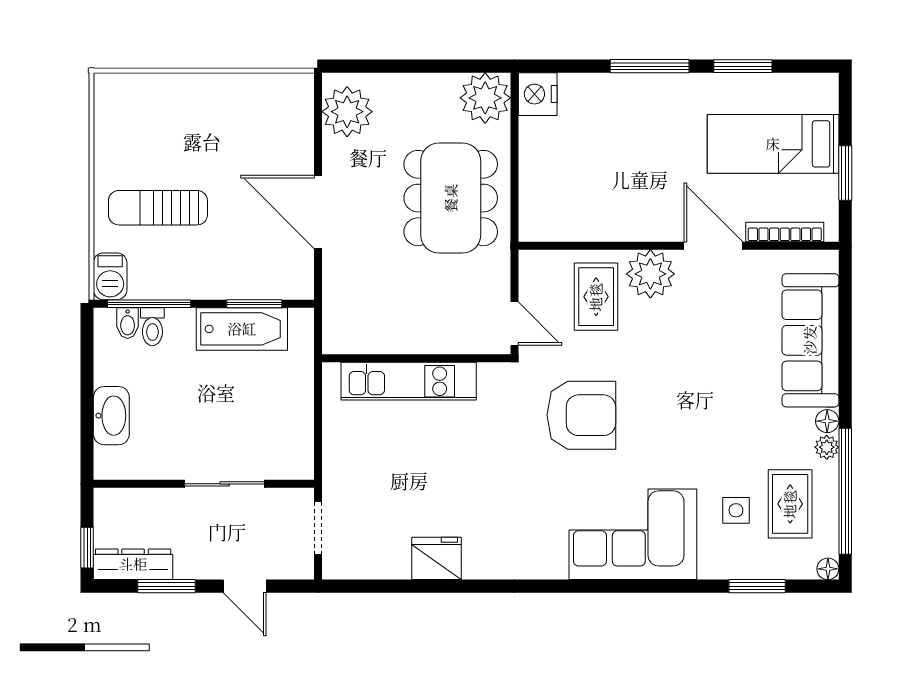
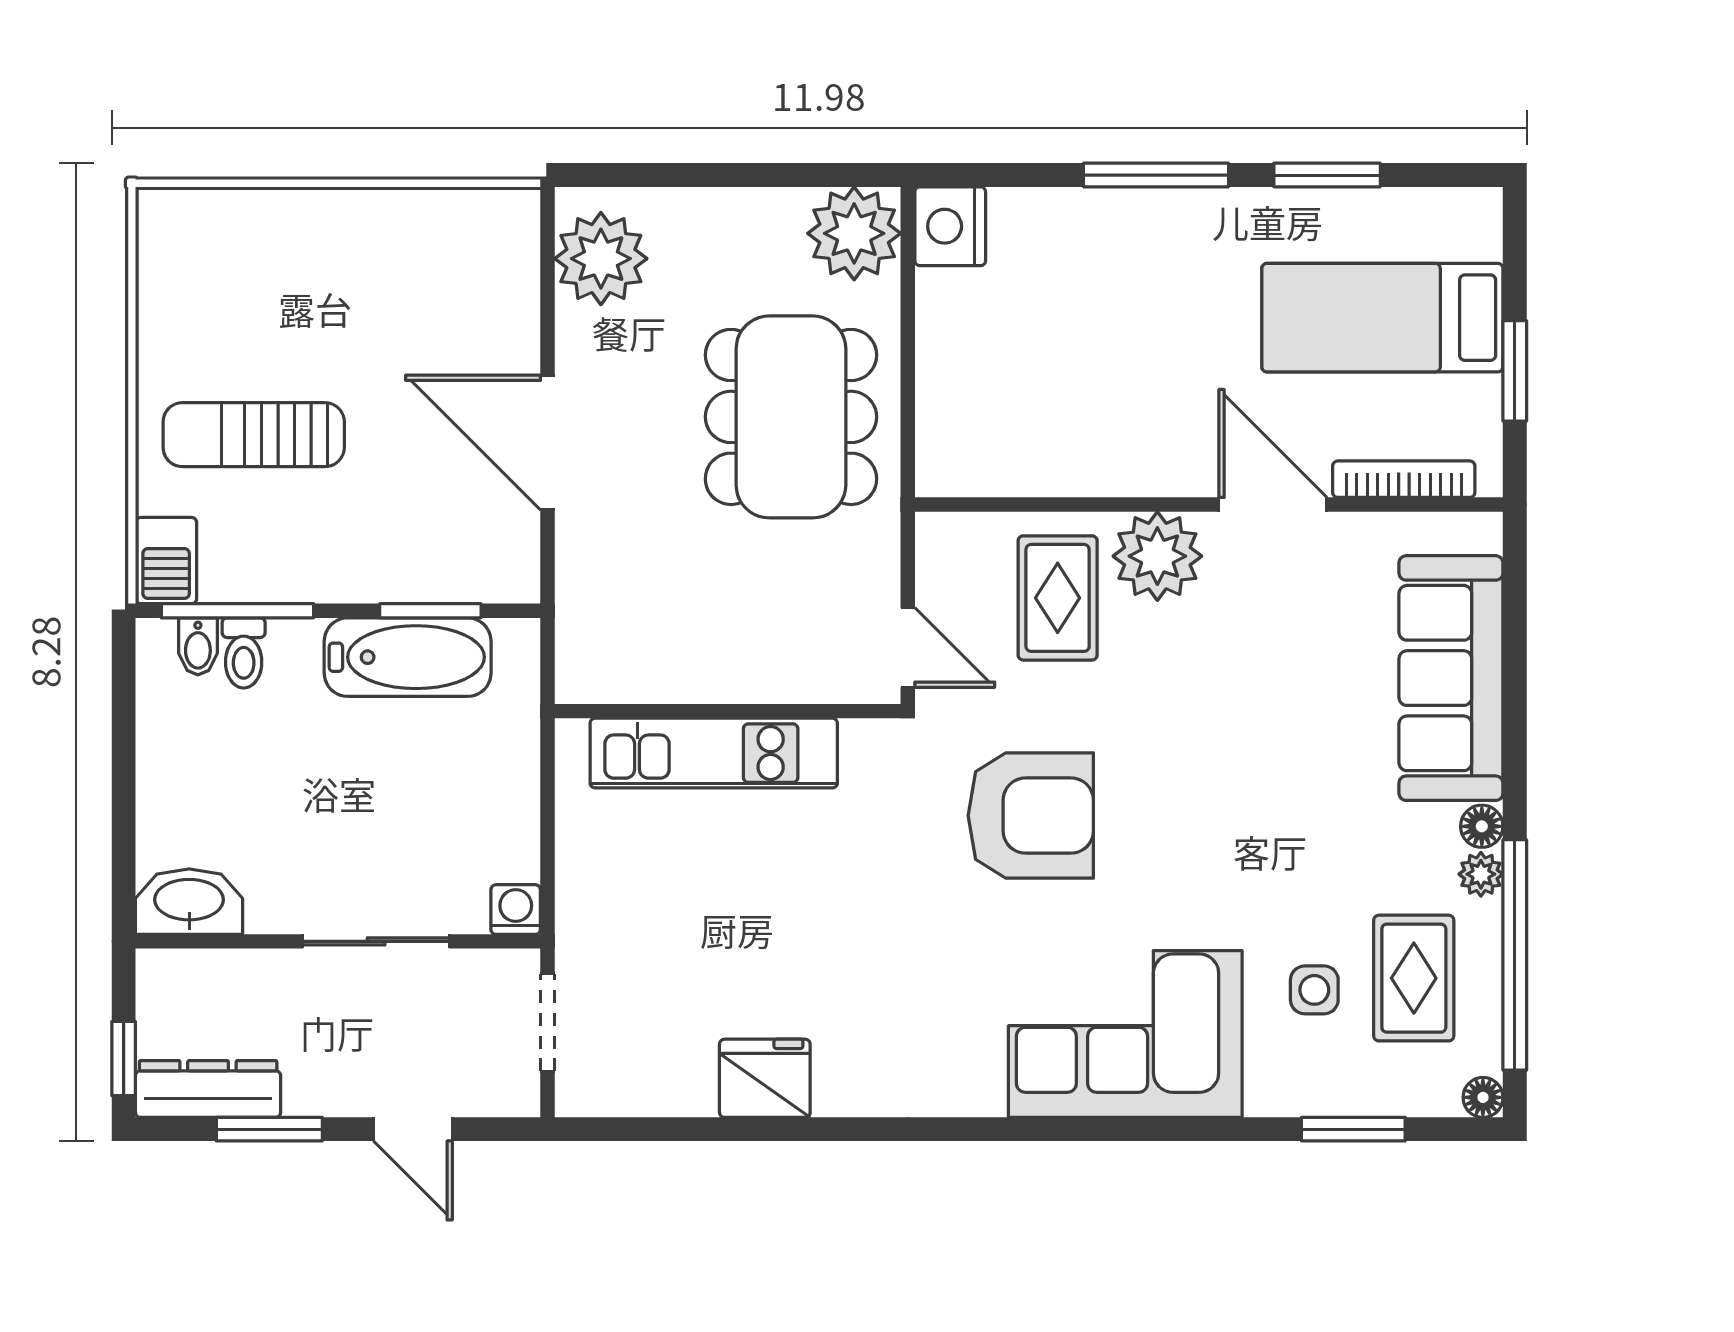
washbasin: (111, 416) -> (189, 902), moved, turned -90
washing machine: (301, 466) -> (516, 910), added

